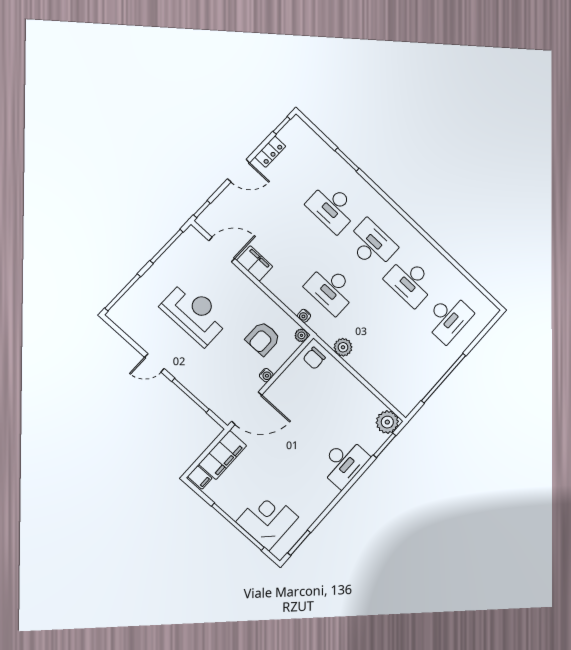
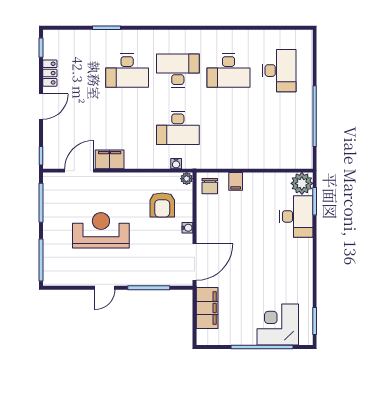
plant: (343, 347) -> (223, 160), removed
desk: (344, 462) -> (296, 216), moved
filing cabinet: (200, 477) -> (236, 181), moved, turned 90

